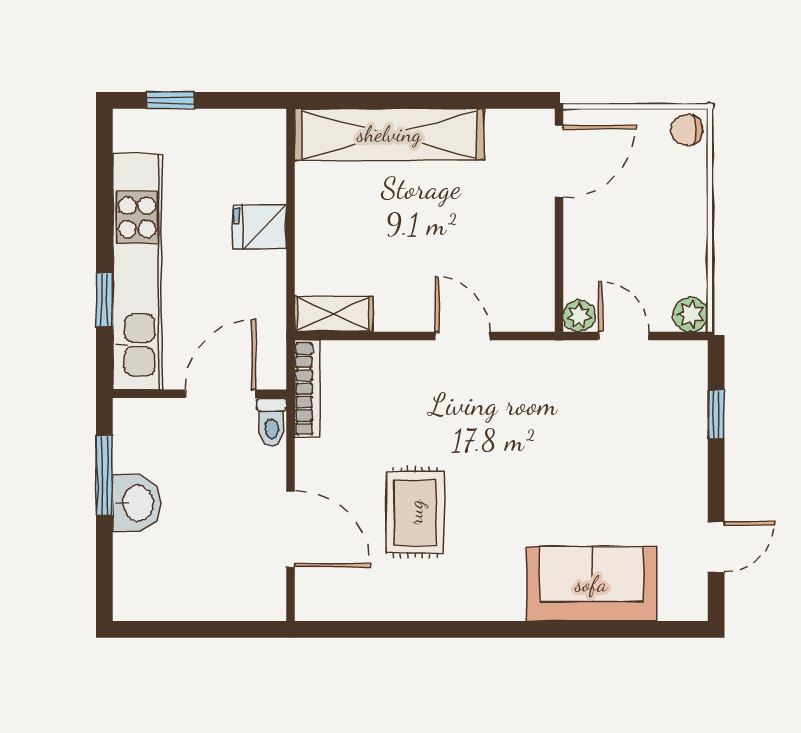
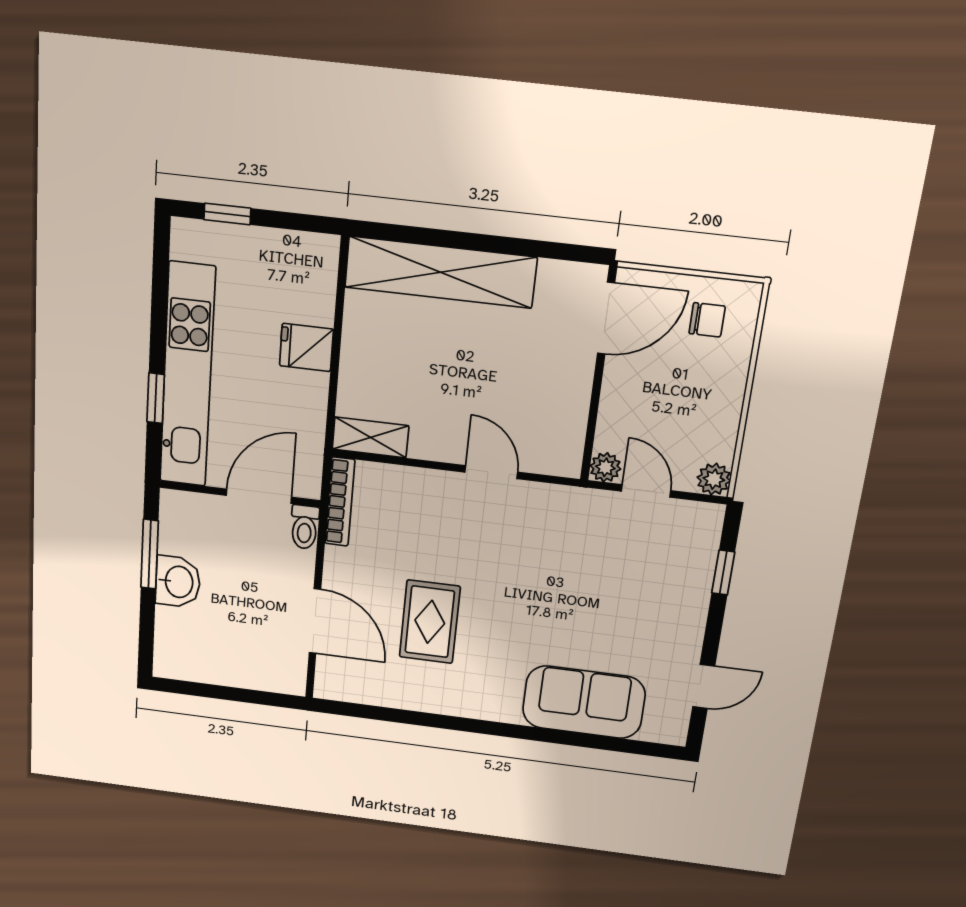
chair: (687, 130) -> (707, 320), moved, turned 180

